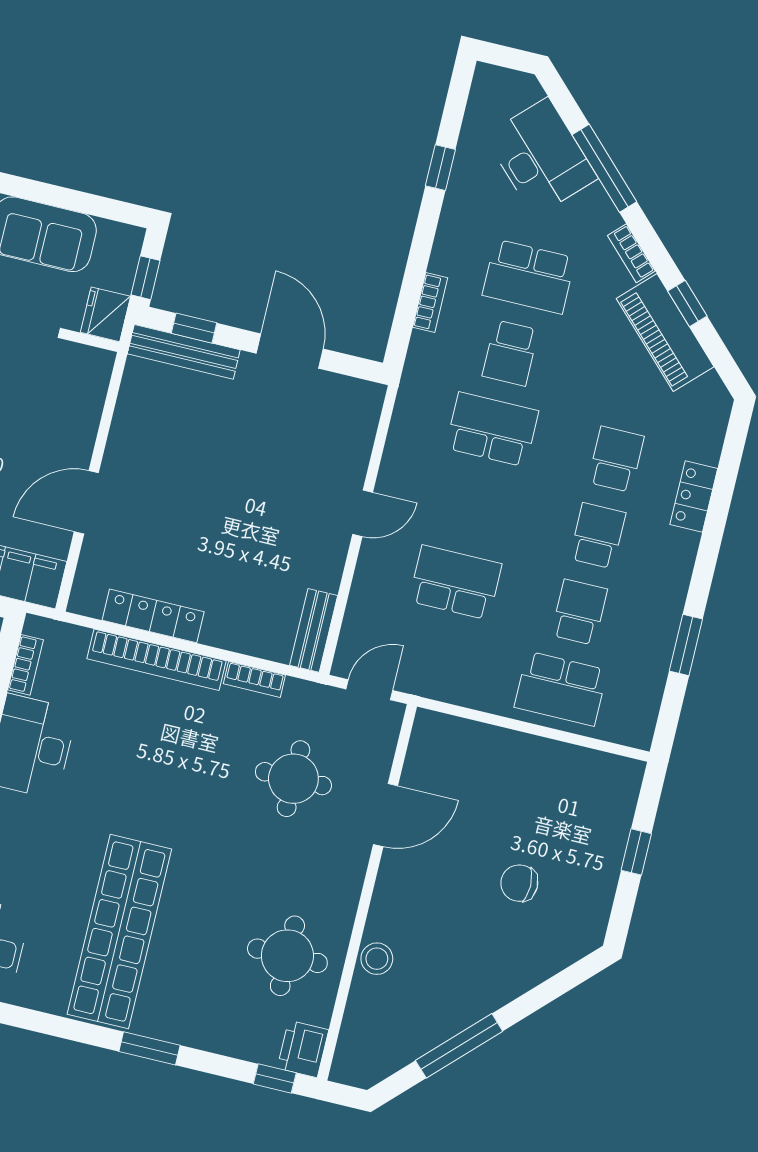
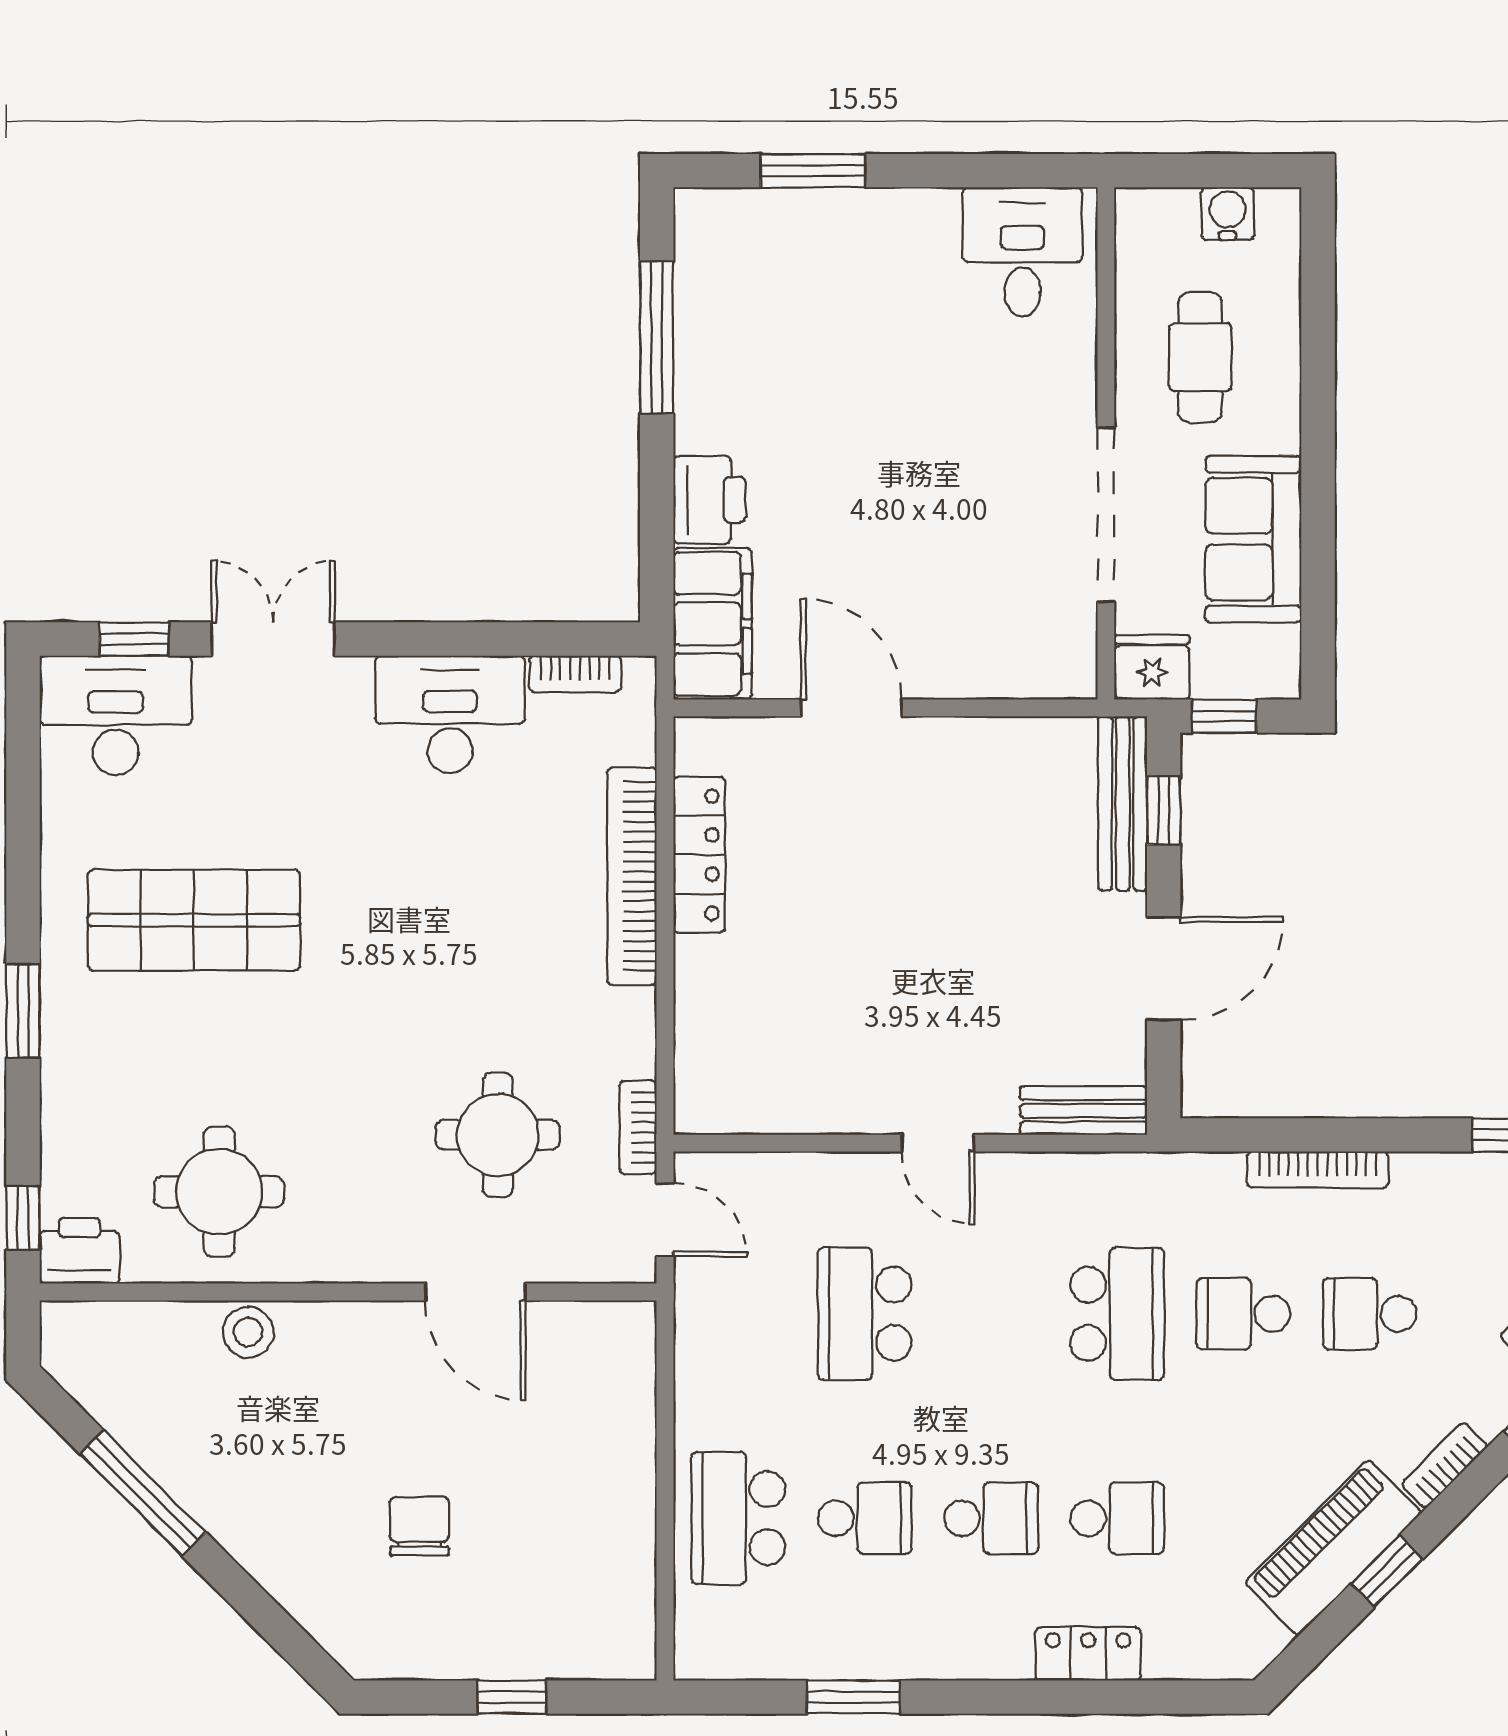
school desk: (529, 277) -> (1370, 1314), width x0.54
bookcase: (430, 302) -> (1318, 1170), width x1.56
school desk: (455, 582) -> (865, 1314), turned 180
bench: (314, 630) -> (1084, 1111), moved
bookcase: (254, 679) -> (638, 1127), moved
shop shelf: (119, 932) -> (194, 920), width x0.71

